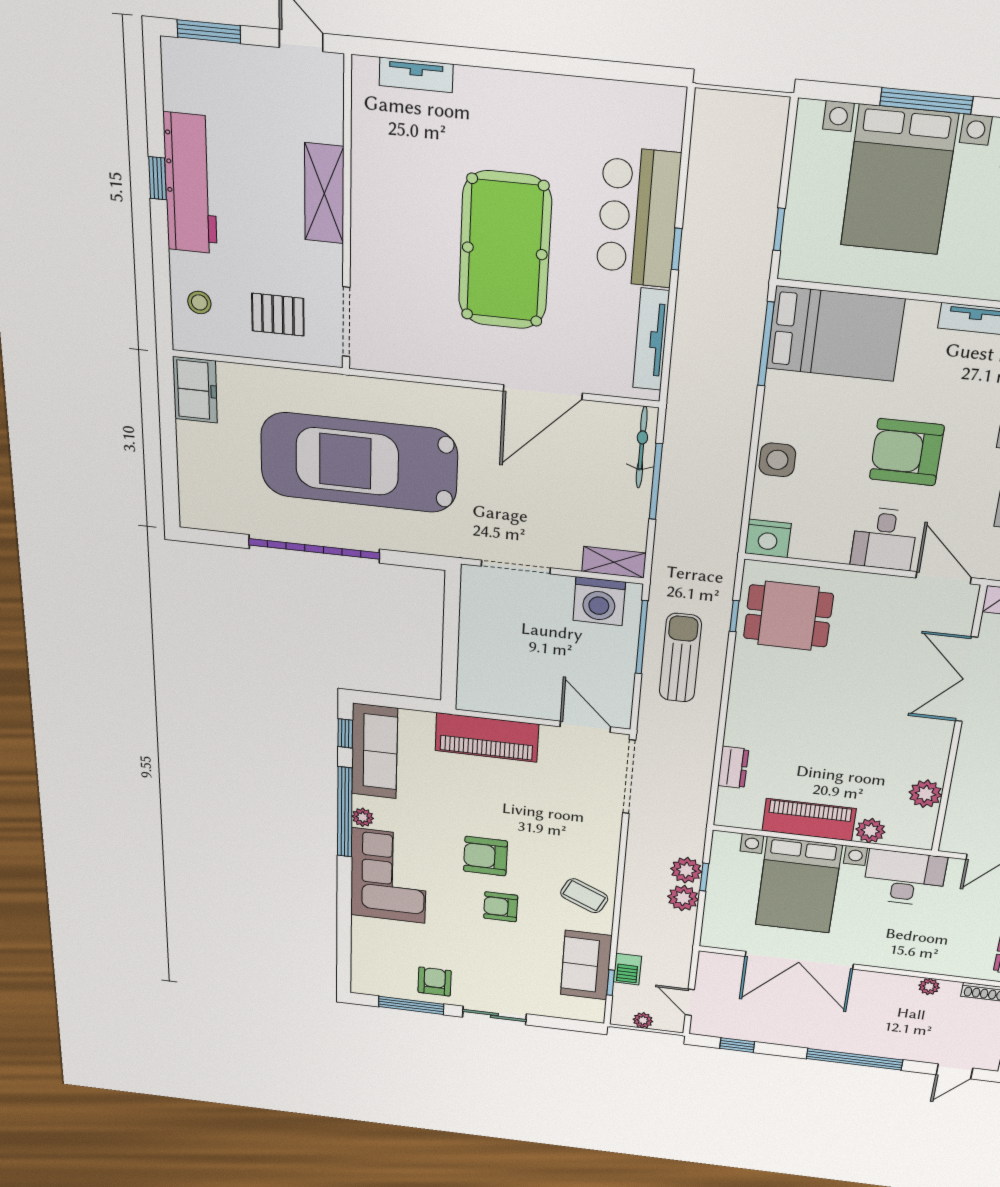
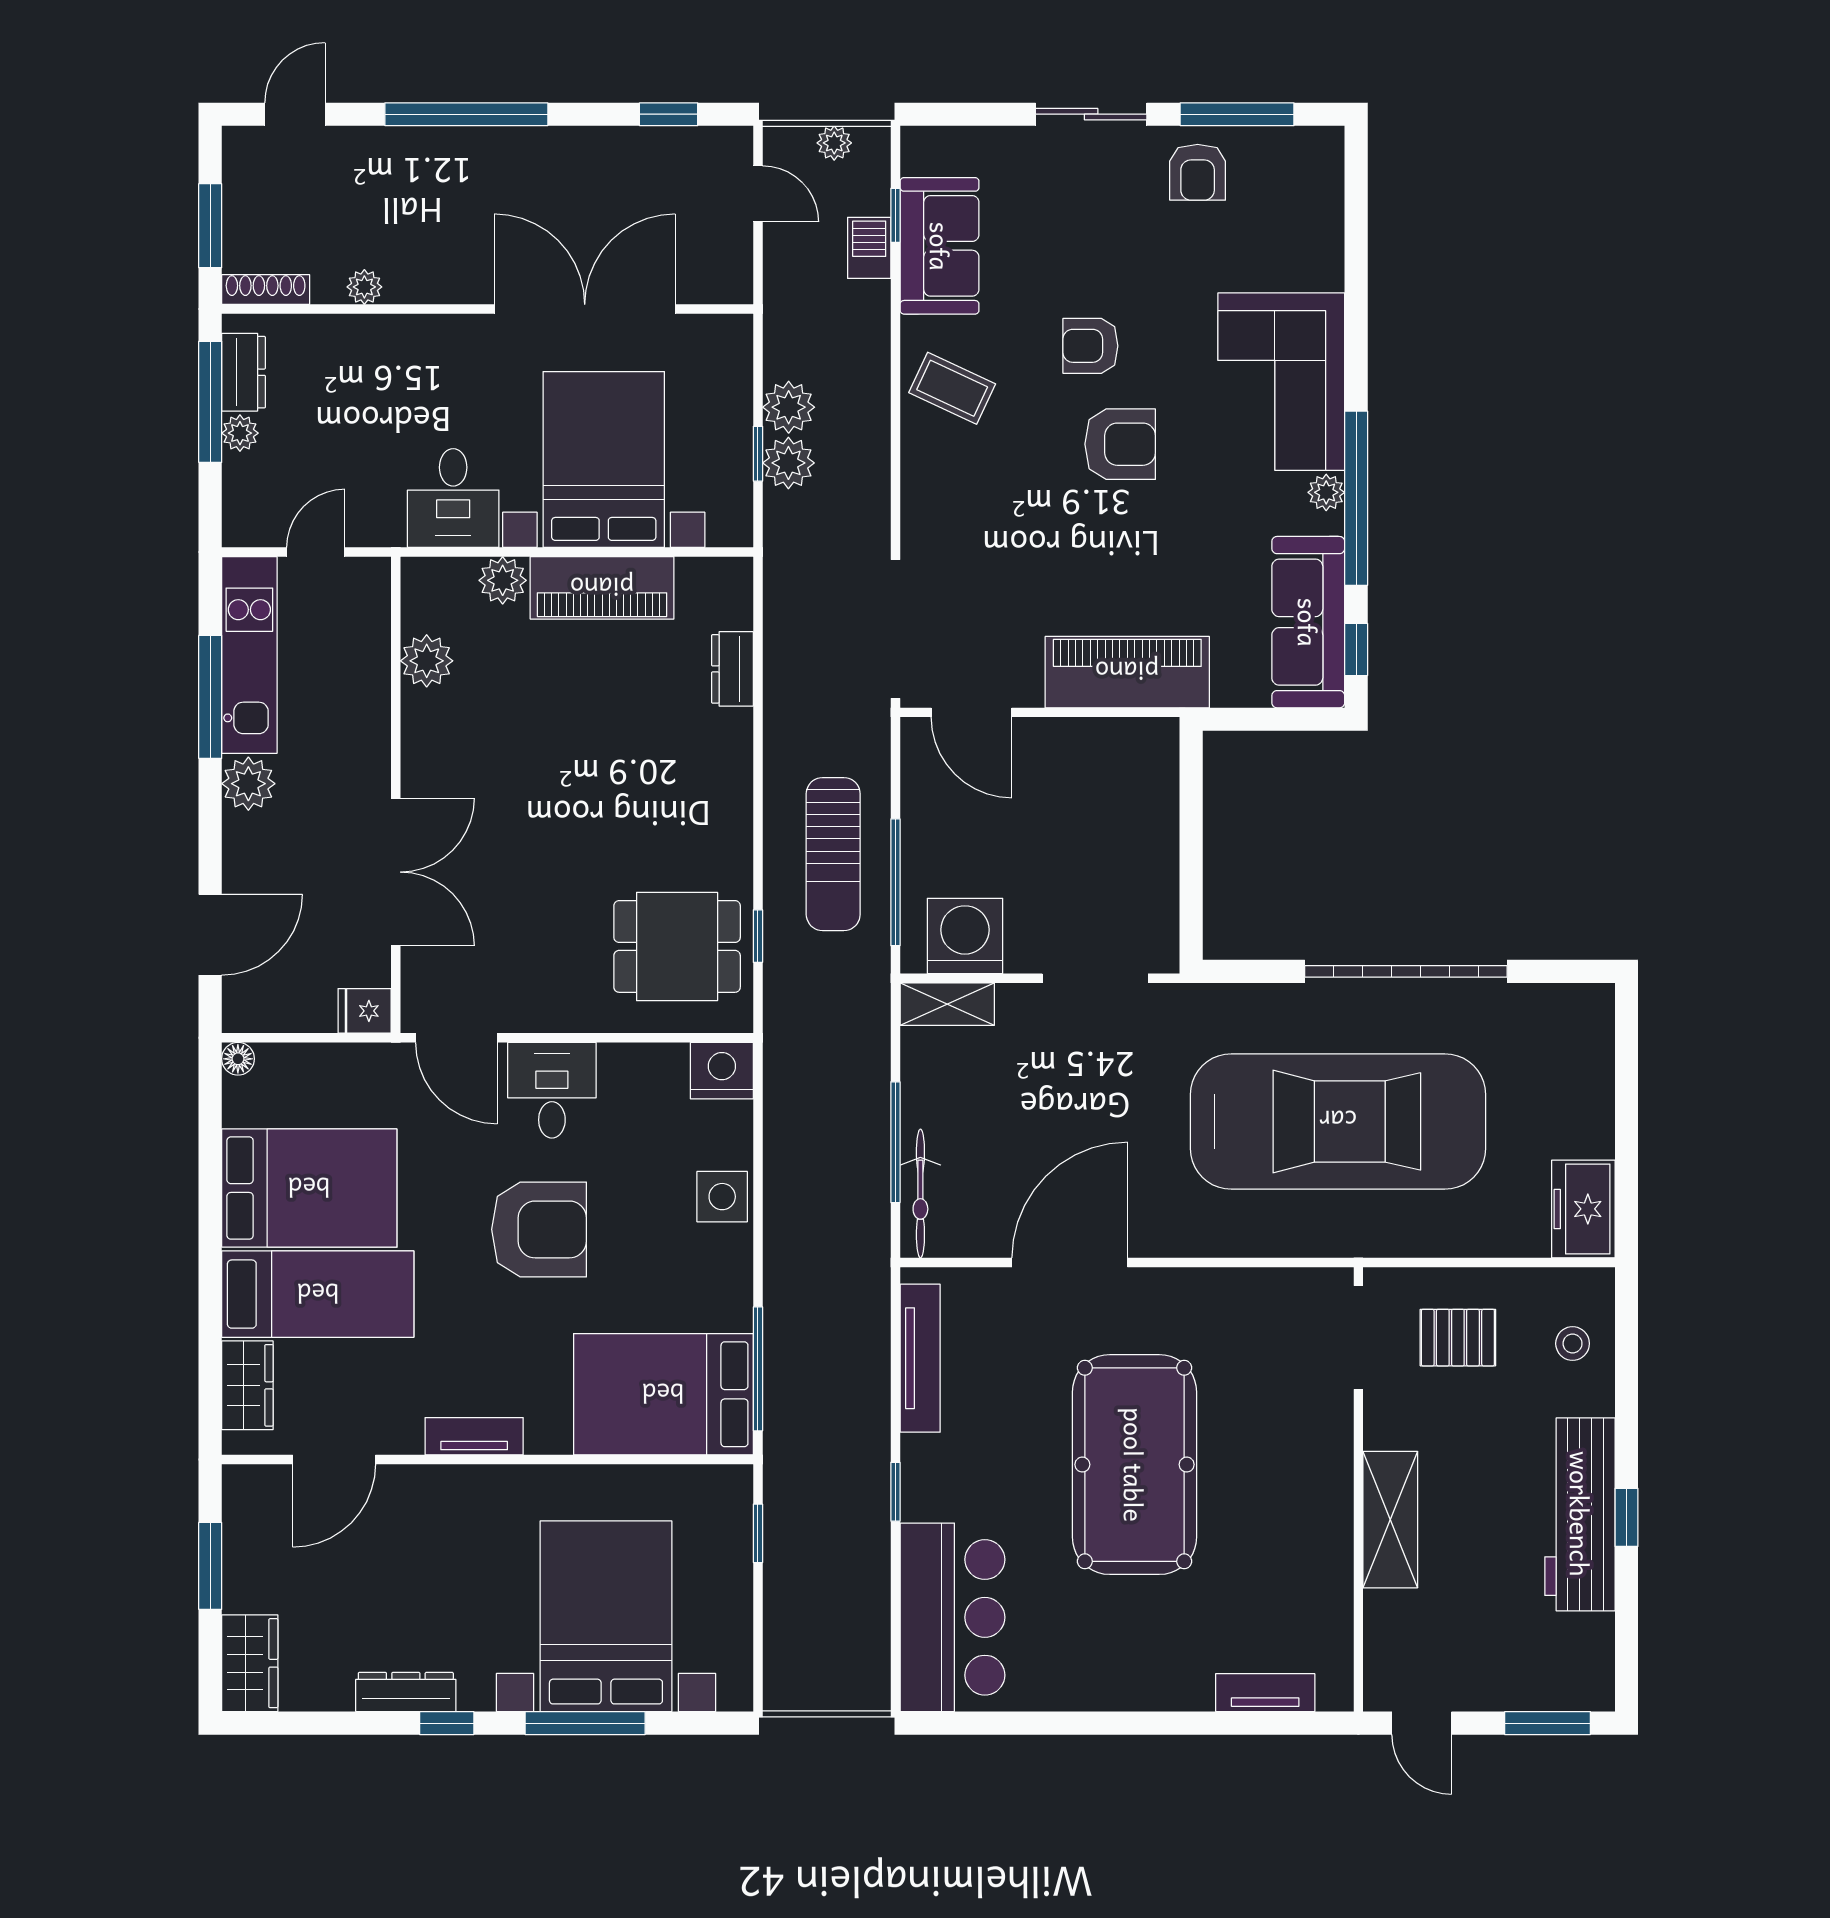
bar counter: (638, 218) -> (952, 1617), moved
desk: (904, 878) -> (453, 498), width x0.73
armchair: (501, 907) -> (1090, 346), turned 180

